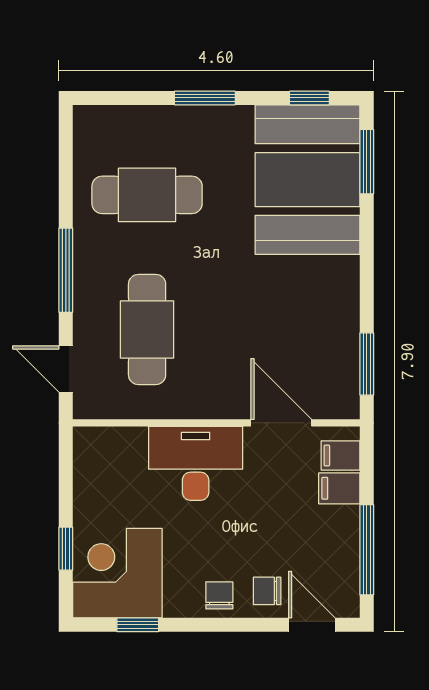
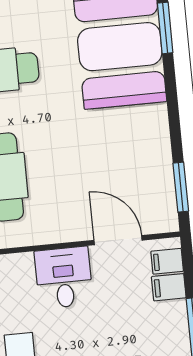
desk: (196, 463) -> (64, 278), width x0.73

